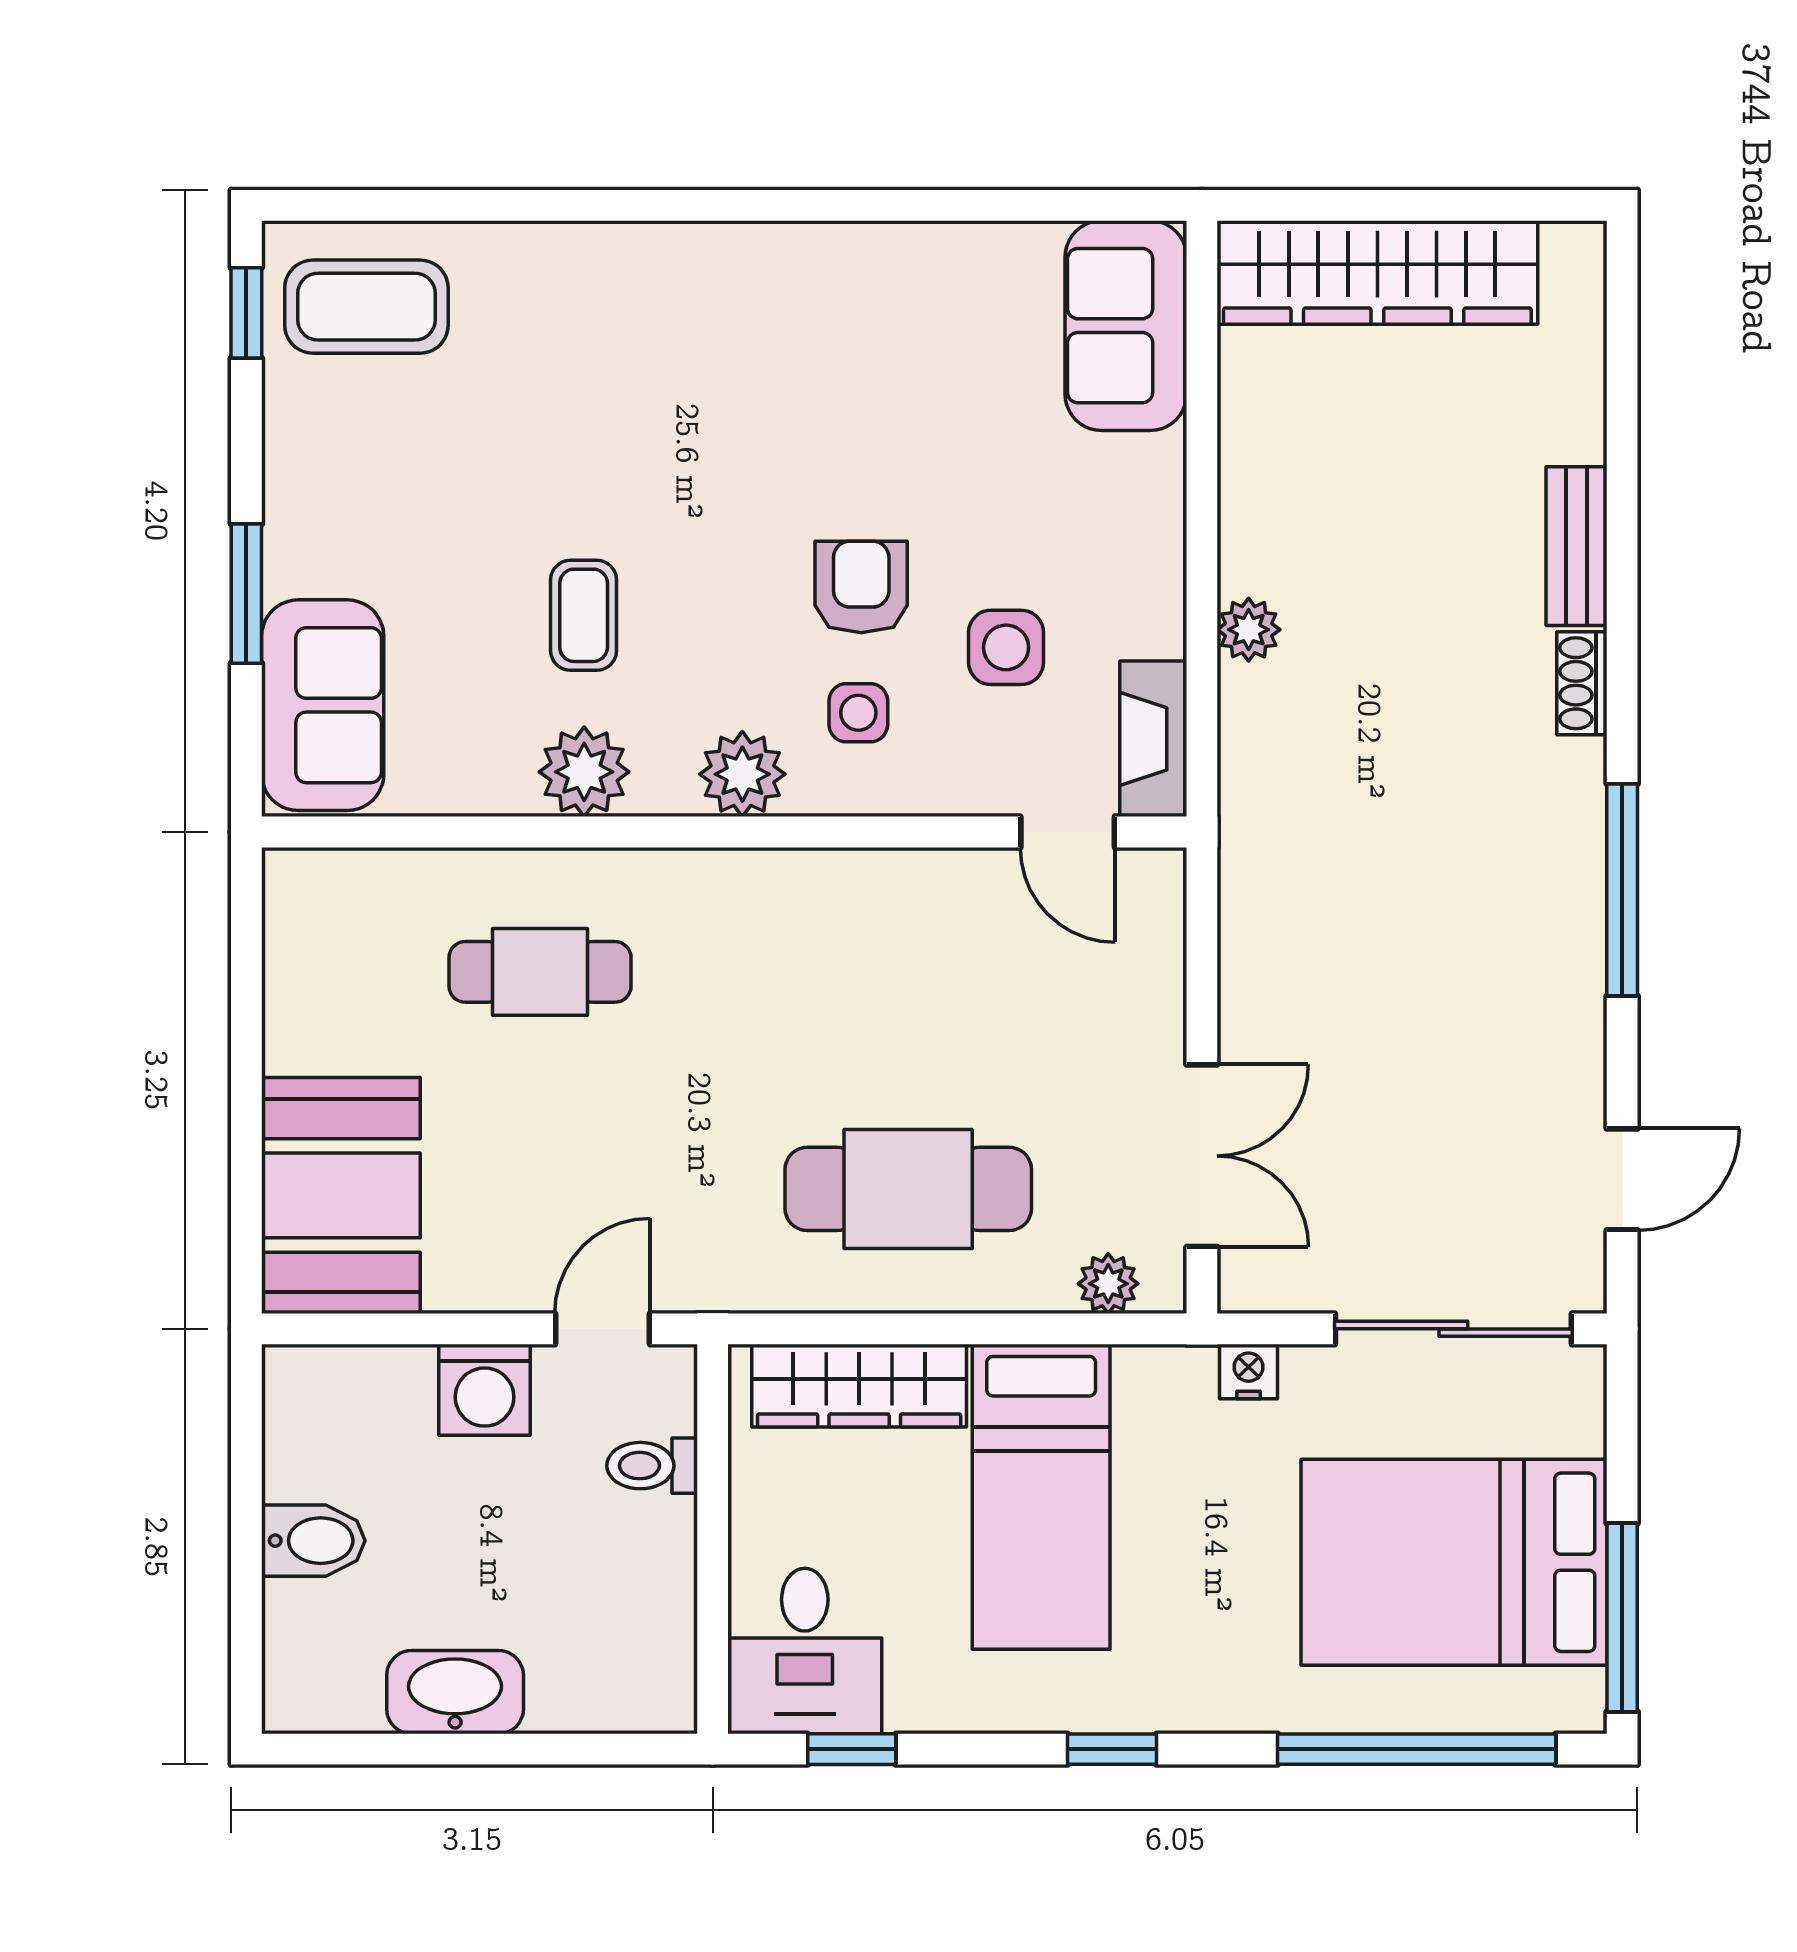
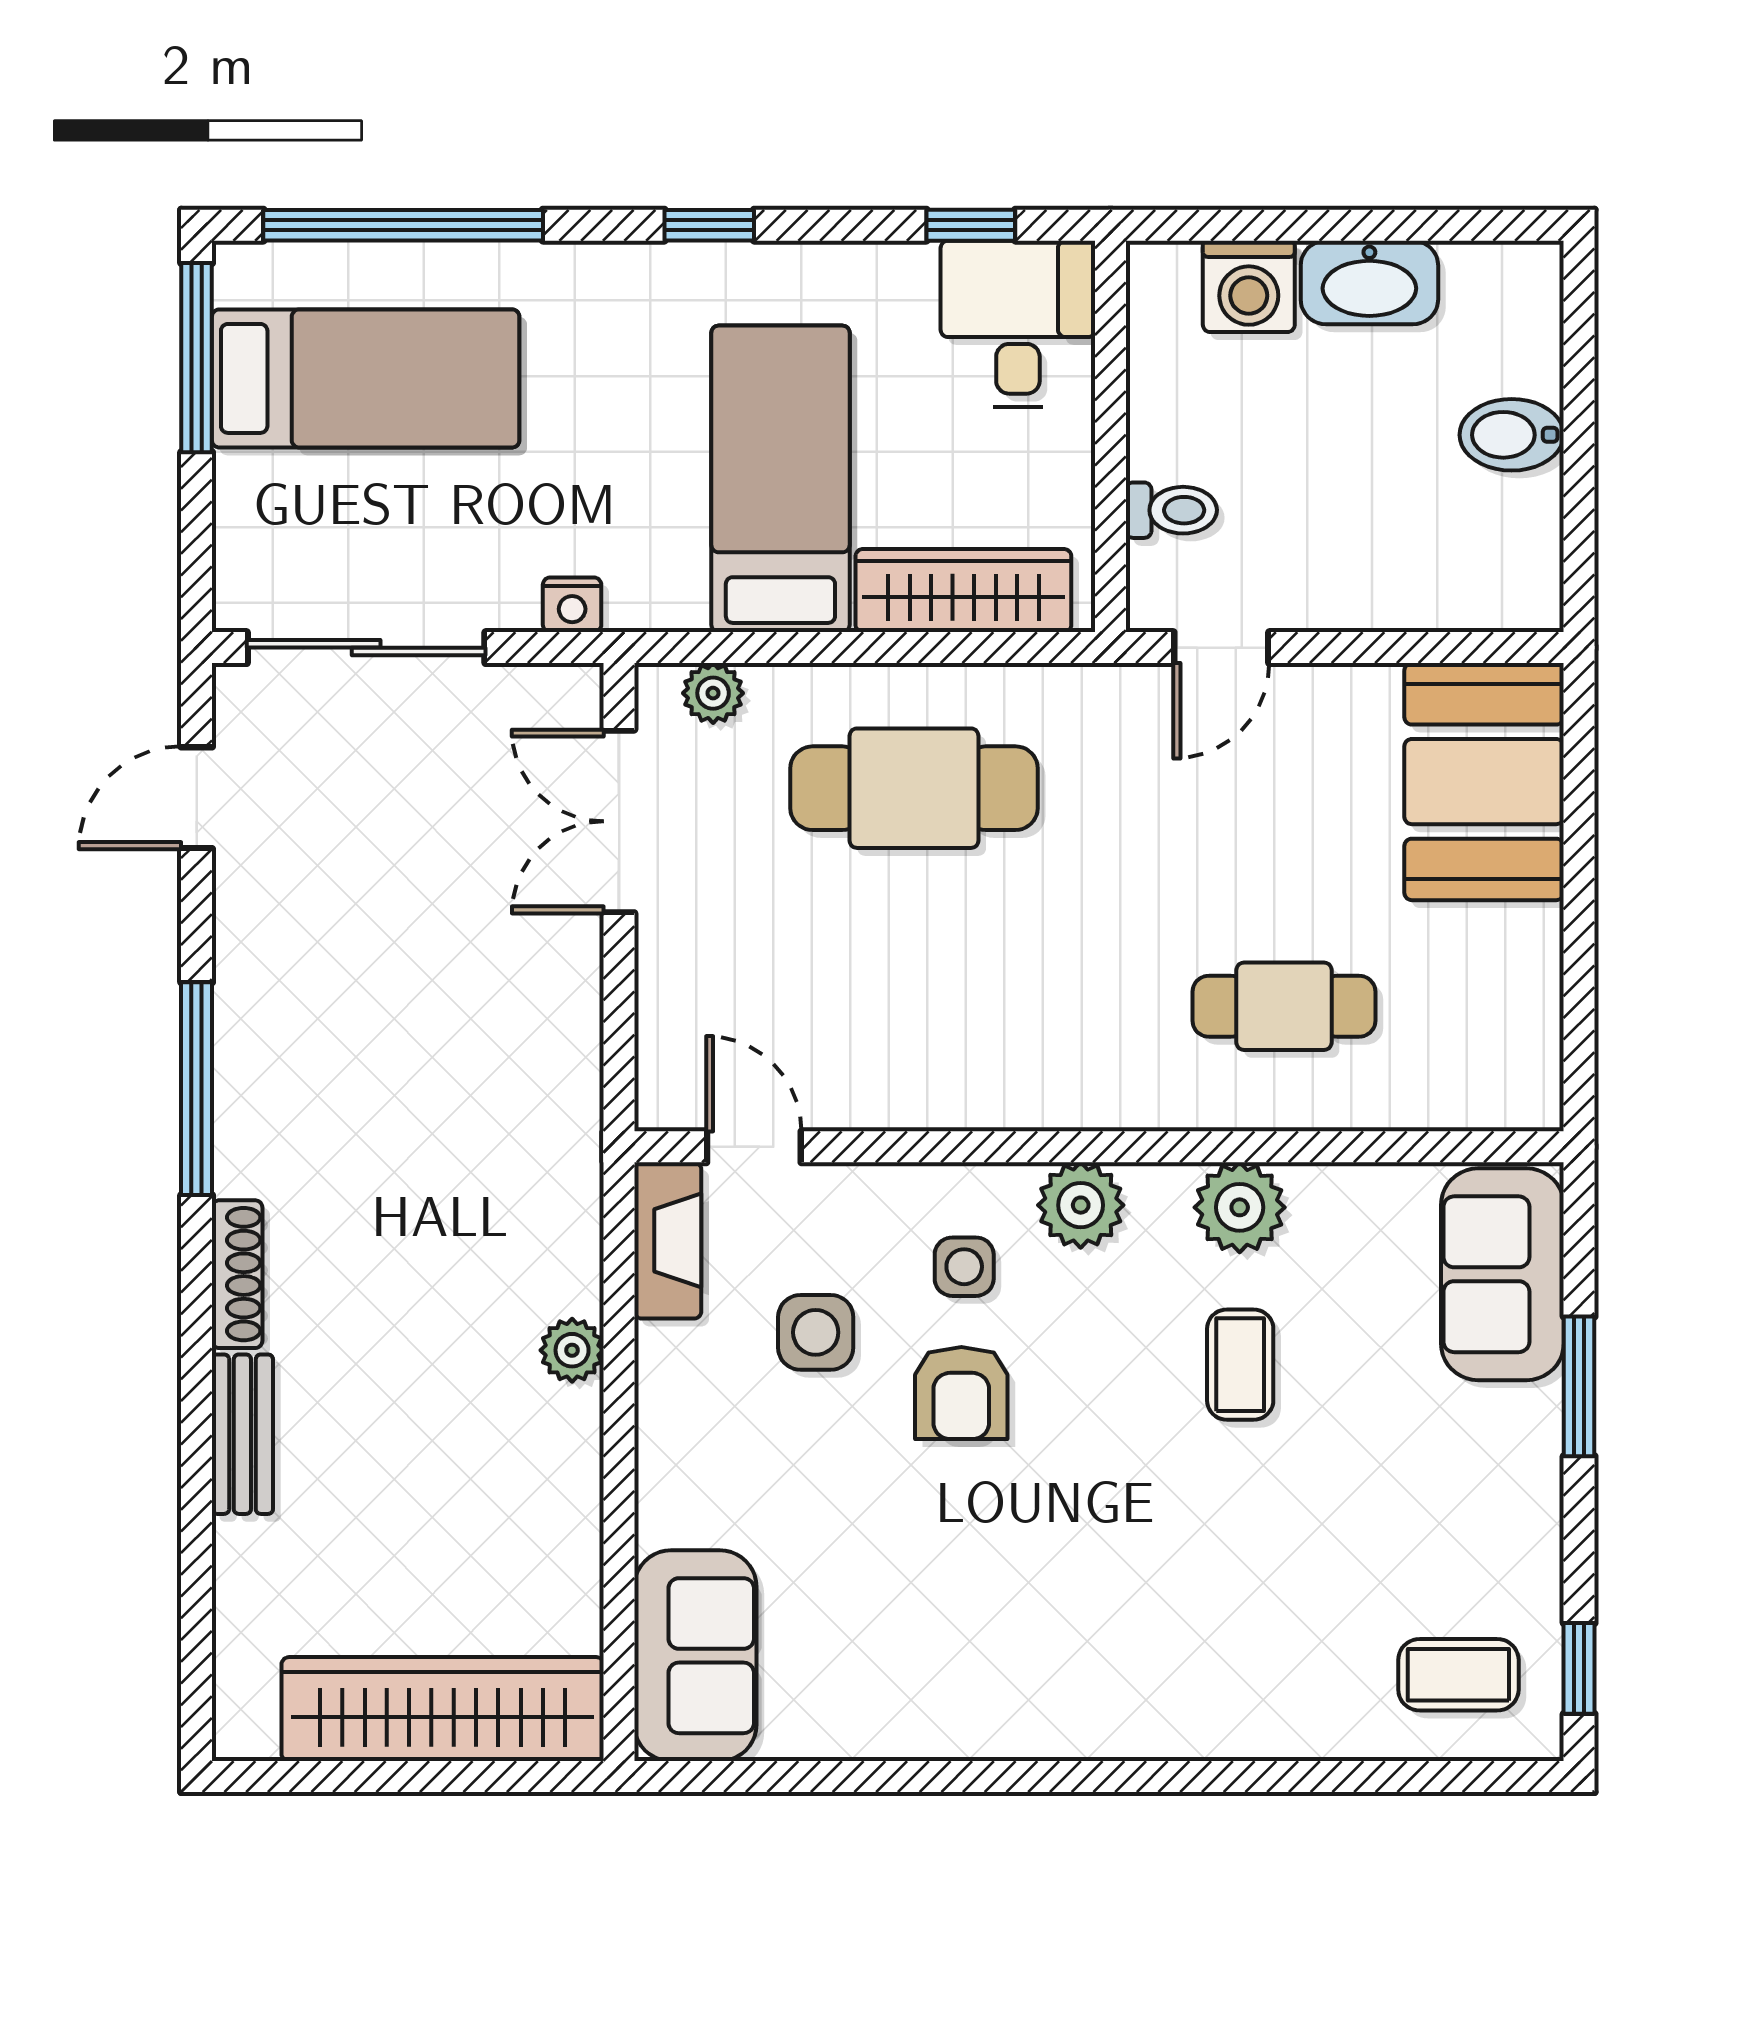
coffee table: (366, 307) -> (1458, 1675), width x0.73, depth x0.77
shoe rack: (1582, 683) -> (237, 1274), width x1.43
washing machine: (485, 1390) -> (1249, 286), moved, turned 180
bed: (1454, 1562) -> (366, 378), width x0.67

